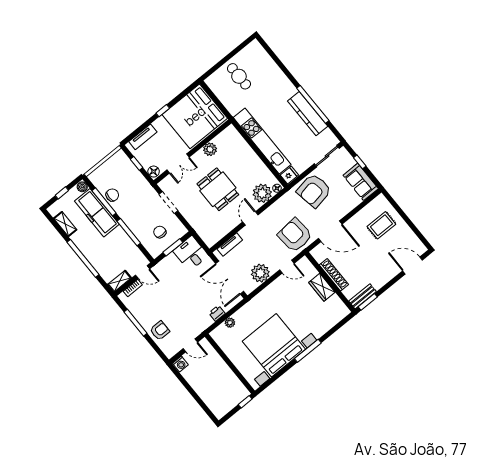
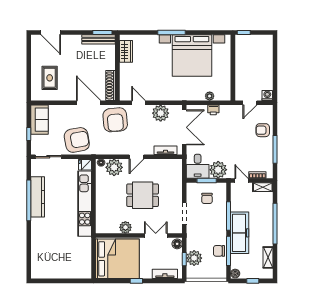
cafe table: (239, 76) -> (64, 262), removed
plant: (129, 171) -> (194, 258), added
dining table: (218, 189) -> (143, 195), turned 90
freezer: (97, 213) -> (240, 233), moved
rug: (381, 225) -> (50, 78), turned 90
plant: (170, 265) -> (218, 170), added
shoe rack: (334, 275) -> (111, 85), moved
wardrobe: (322, 287) -> (126, 51), moved
bench: (362, 296) -> (98, 39), width x1.36
door: (190, 345) -> (250, 103), swing flipped

